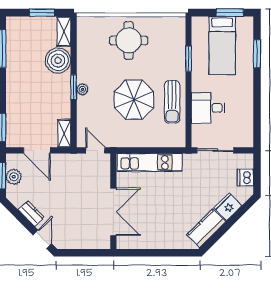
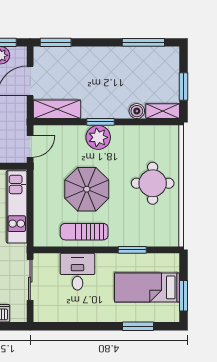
boiler: (58, 60) -> (137, 111), width x0.54, depth x0.54
plant: (82, 89) -> (98, 137), width x1.88, depth x1.88
shelving: (64, 133) -> (57, 109), width x1.50, depth x1.33

